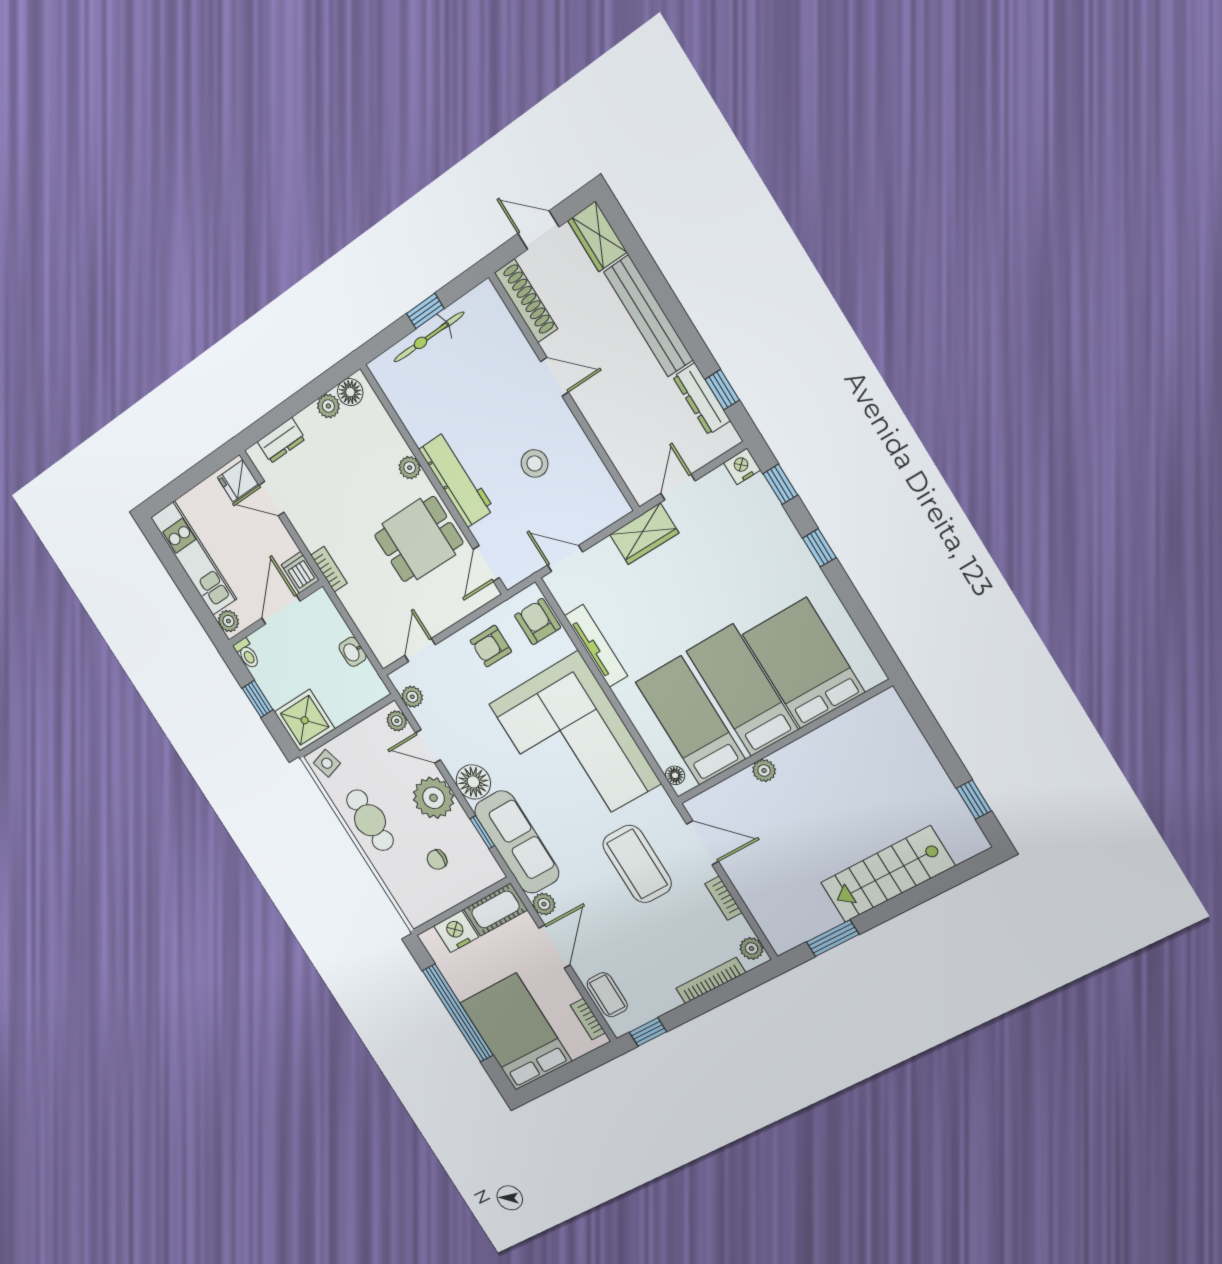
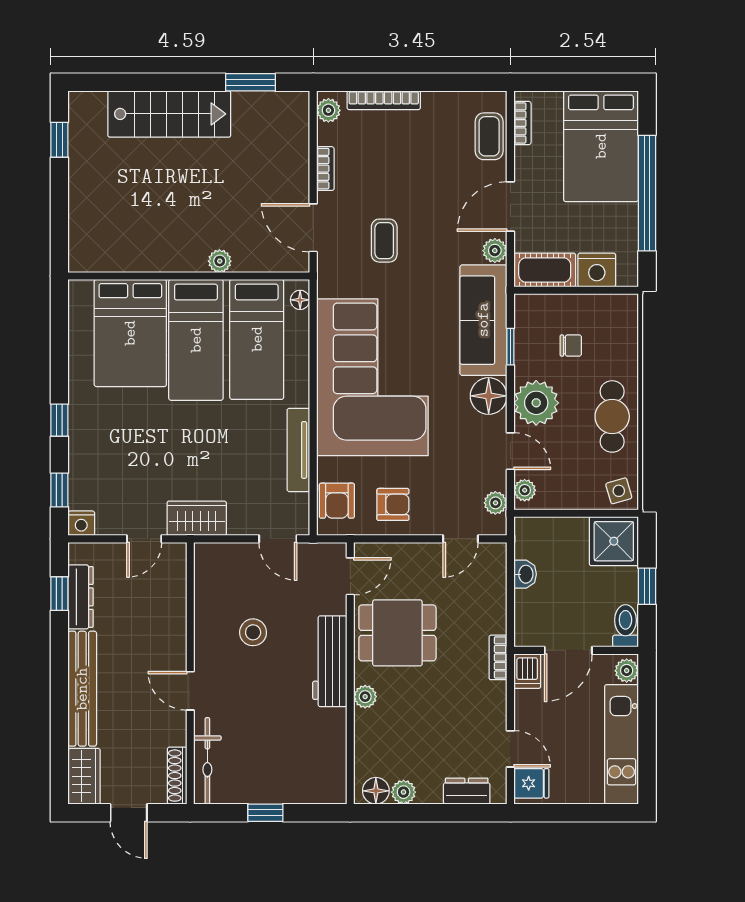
shoe rack: (526, 301) -> (177, 776), width x0.74, depth x0.81
bicycle: (429, 337) -> (207, 761), moved, turned 90
toilet: (247, 654) -> (625, 626), width x1.37, depth x1.39
coffee table: (637, 864) -> (384, 241), width x0.54, depth x0.58
window: (648, 1032) -> (473, 82), removed

